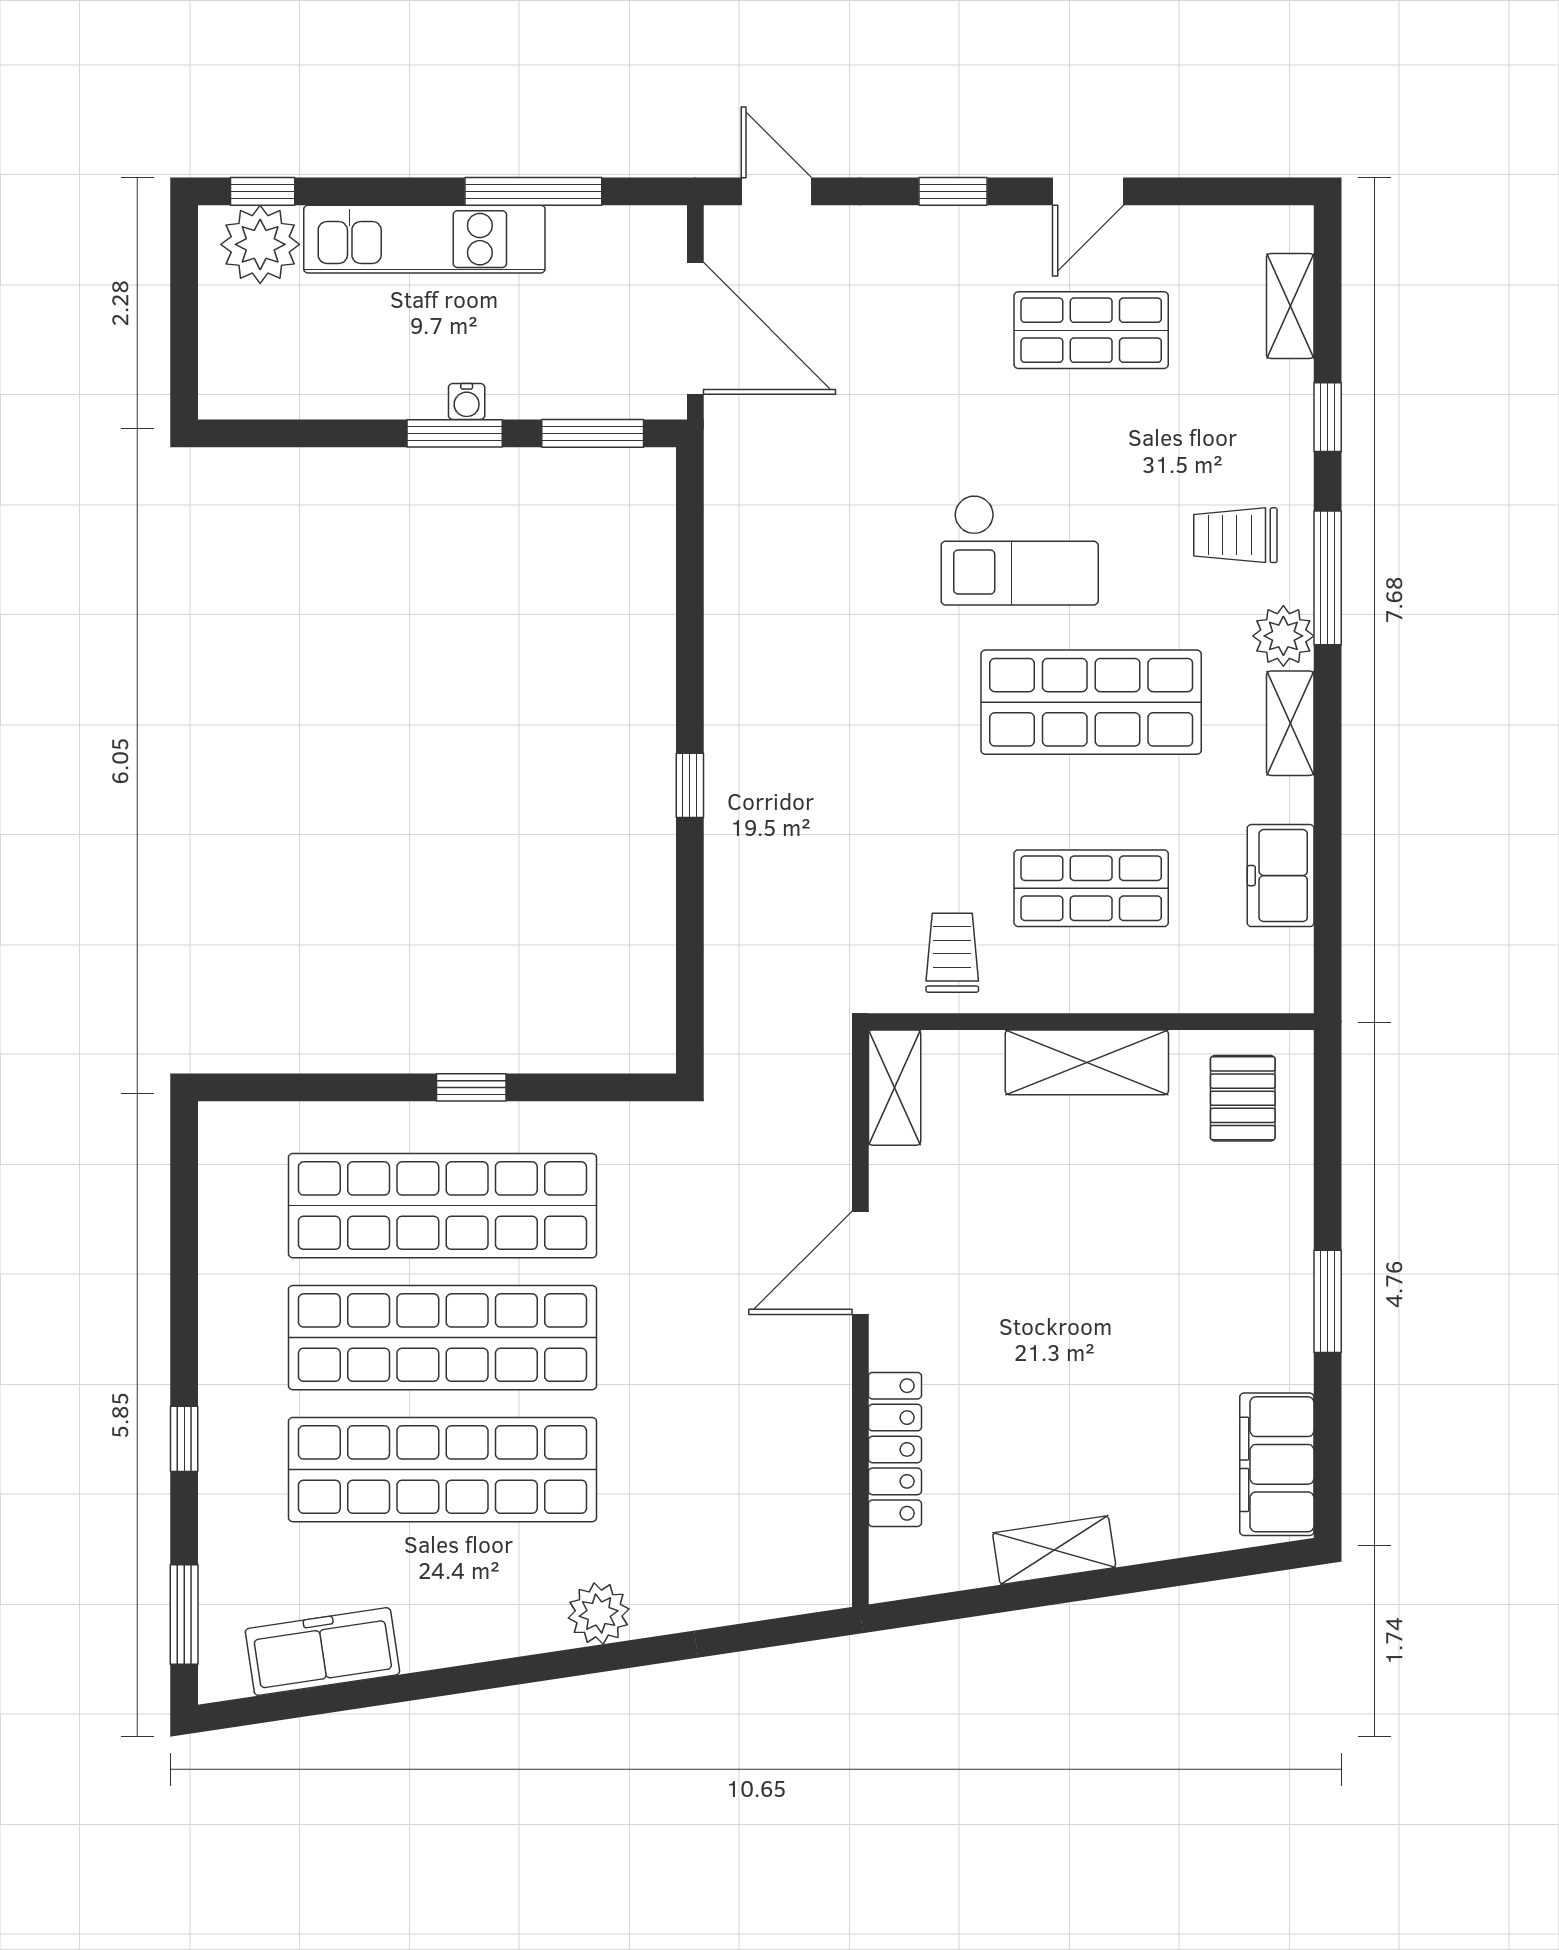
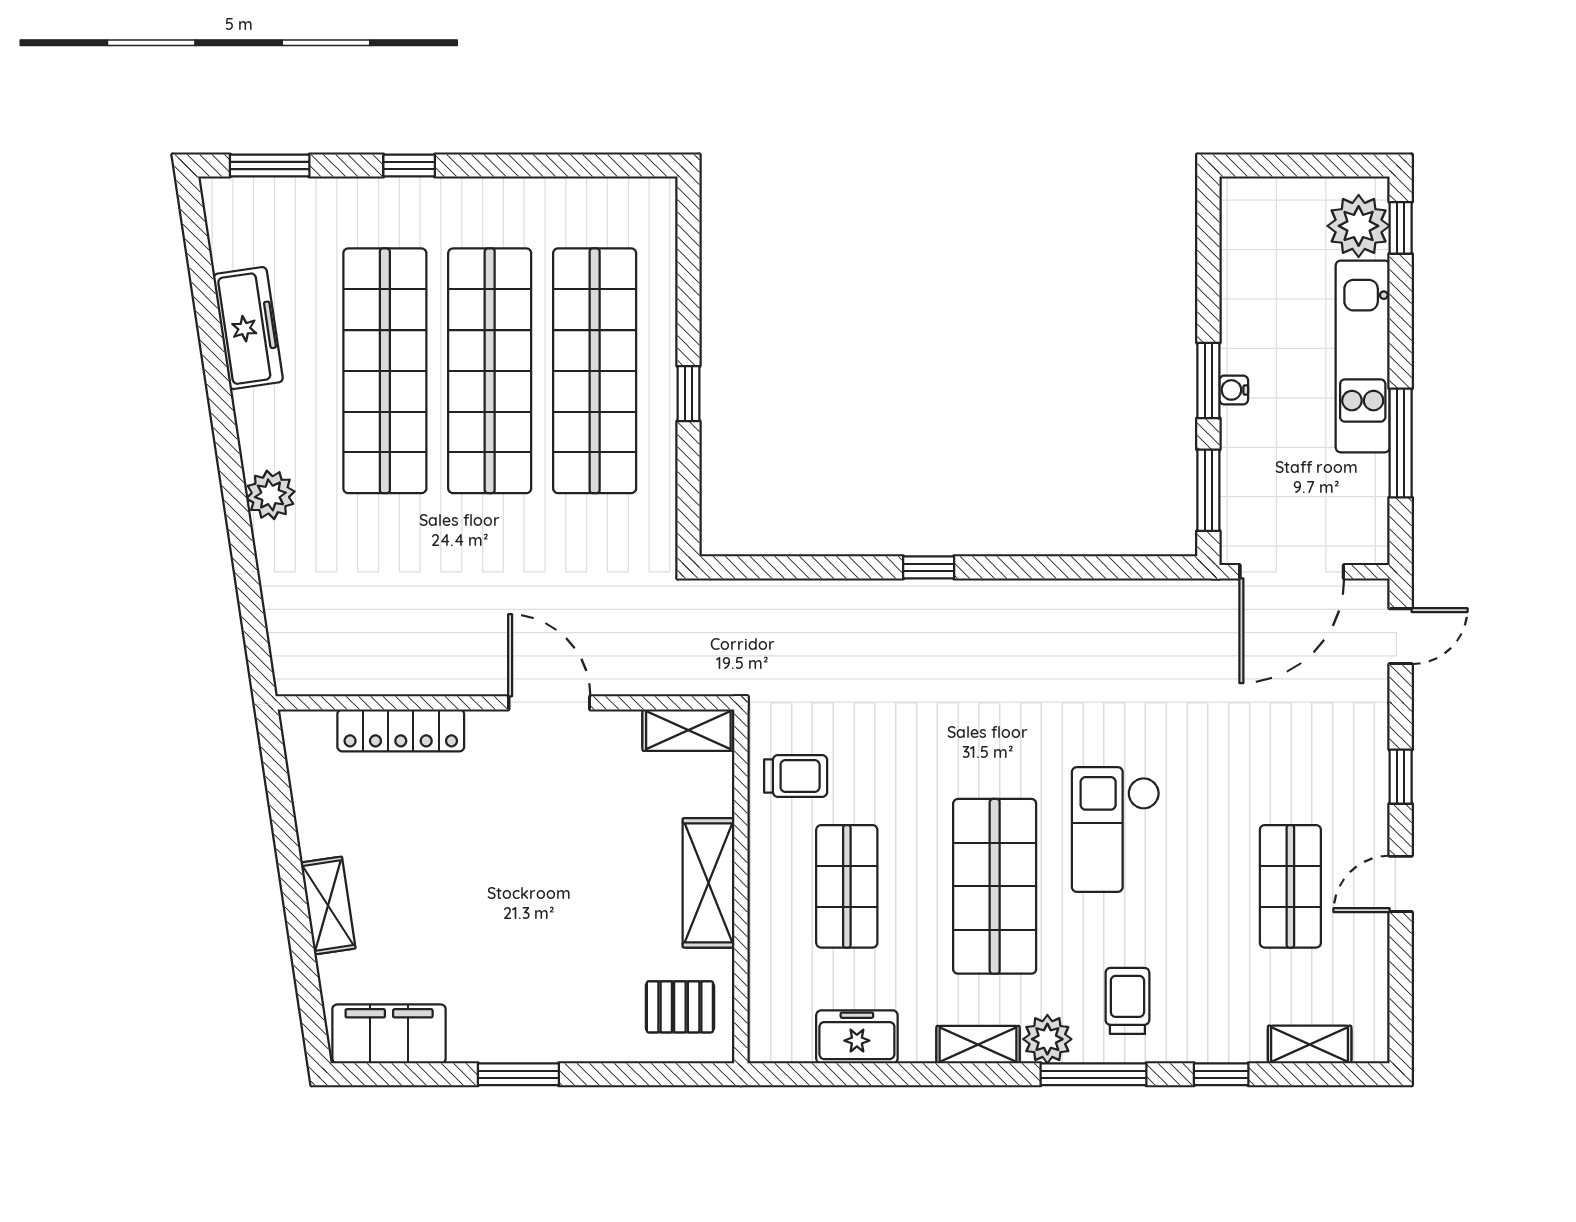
door: (1088, 191) -> (1401, 884), hinge flipped
shelving: (1054, 1550) -> (328, 906), moved
freezer: (322, 1652) -> (248, 328), moved

